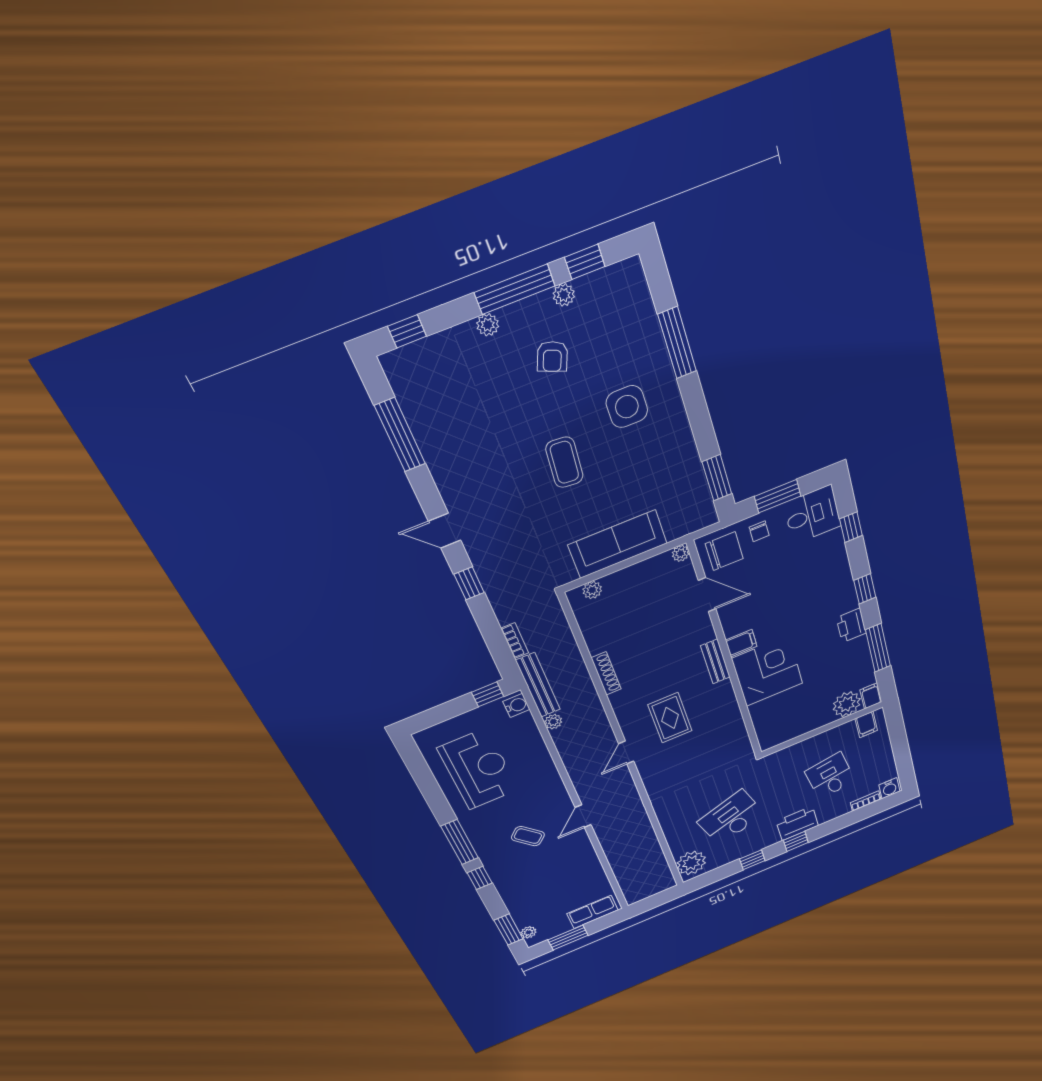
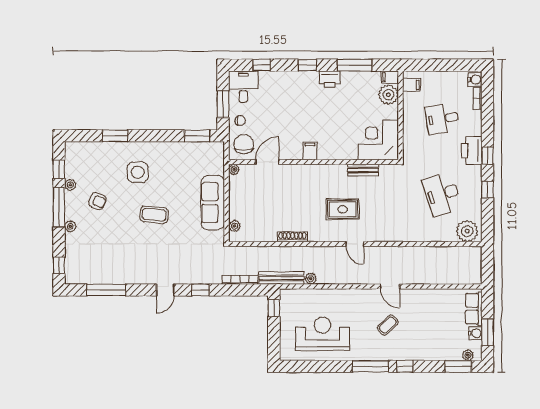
window: (677, 343) -> (115, 136), width x0.69
bookcase: (515, 641) -> (240, 280), width x1.56
bench: (715, 661) -> (363, 170), moved
corner desk: (767, 671) -> (378, 140), moved
water cooler: (517, 705) -> (475, 333), moved, turned 90

